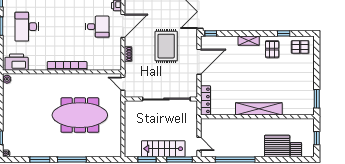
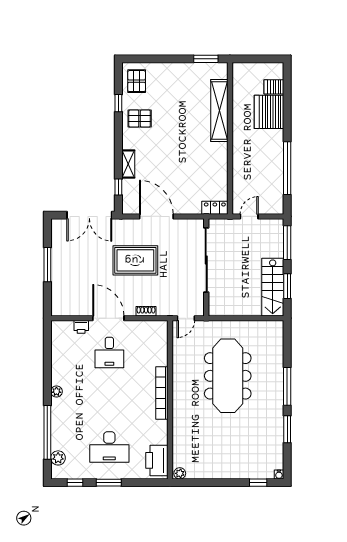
desk: (97, 27) -> (109, 352), turned 180
window: (211, 33) -> (118, 187), moved
shelving: (249, 41) -> (128, 164), moved
locker: (205, 100) -> (215, 208), width x0.66
shelving: (259, 109) -> (219, 111), moved
window: (317, 138) -> (259, 59), removed
door: (199, 144) -> (249, 216), moved
stairs: (163, 149) -> (273, 287), moved

